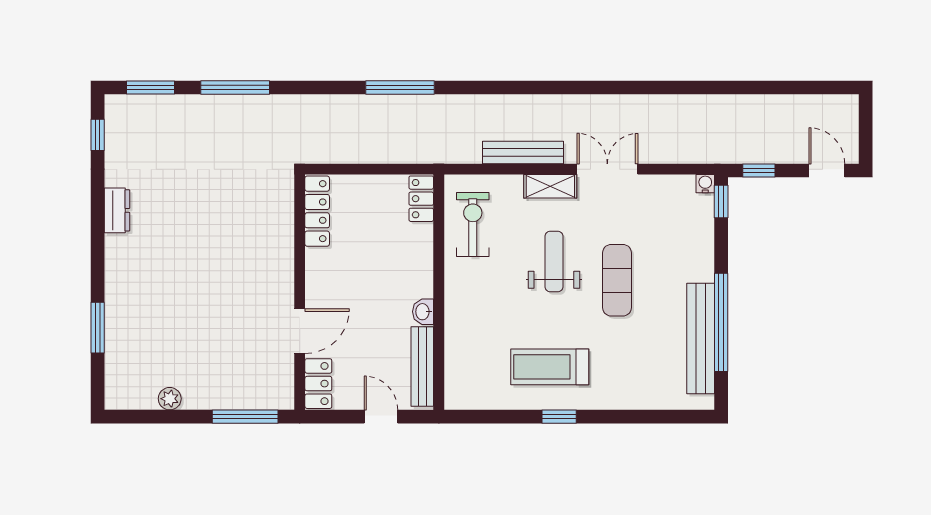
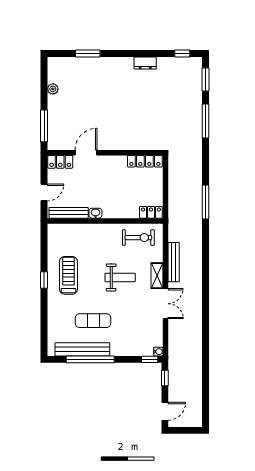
exercise mat: (617, 280) -> (93, 321), moved
door: (300, 331) -> (86, 153), swing flipped

